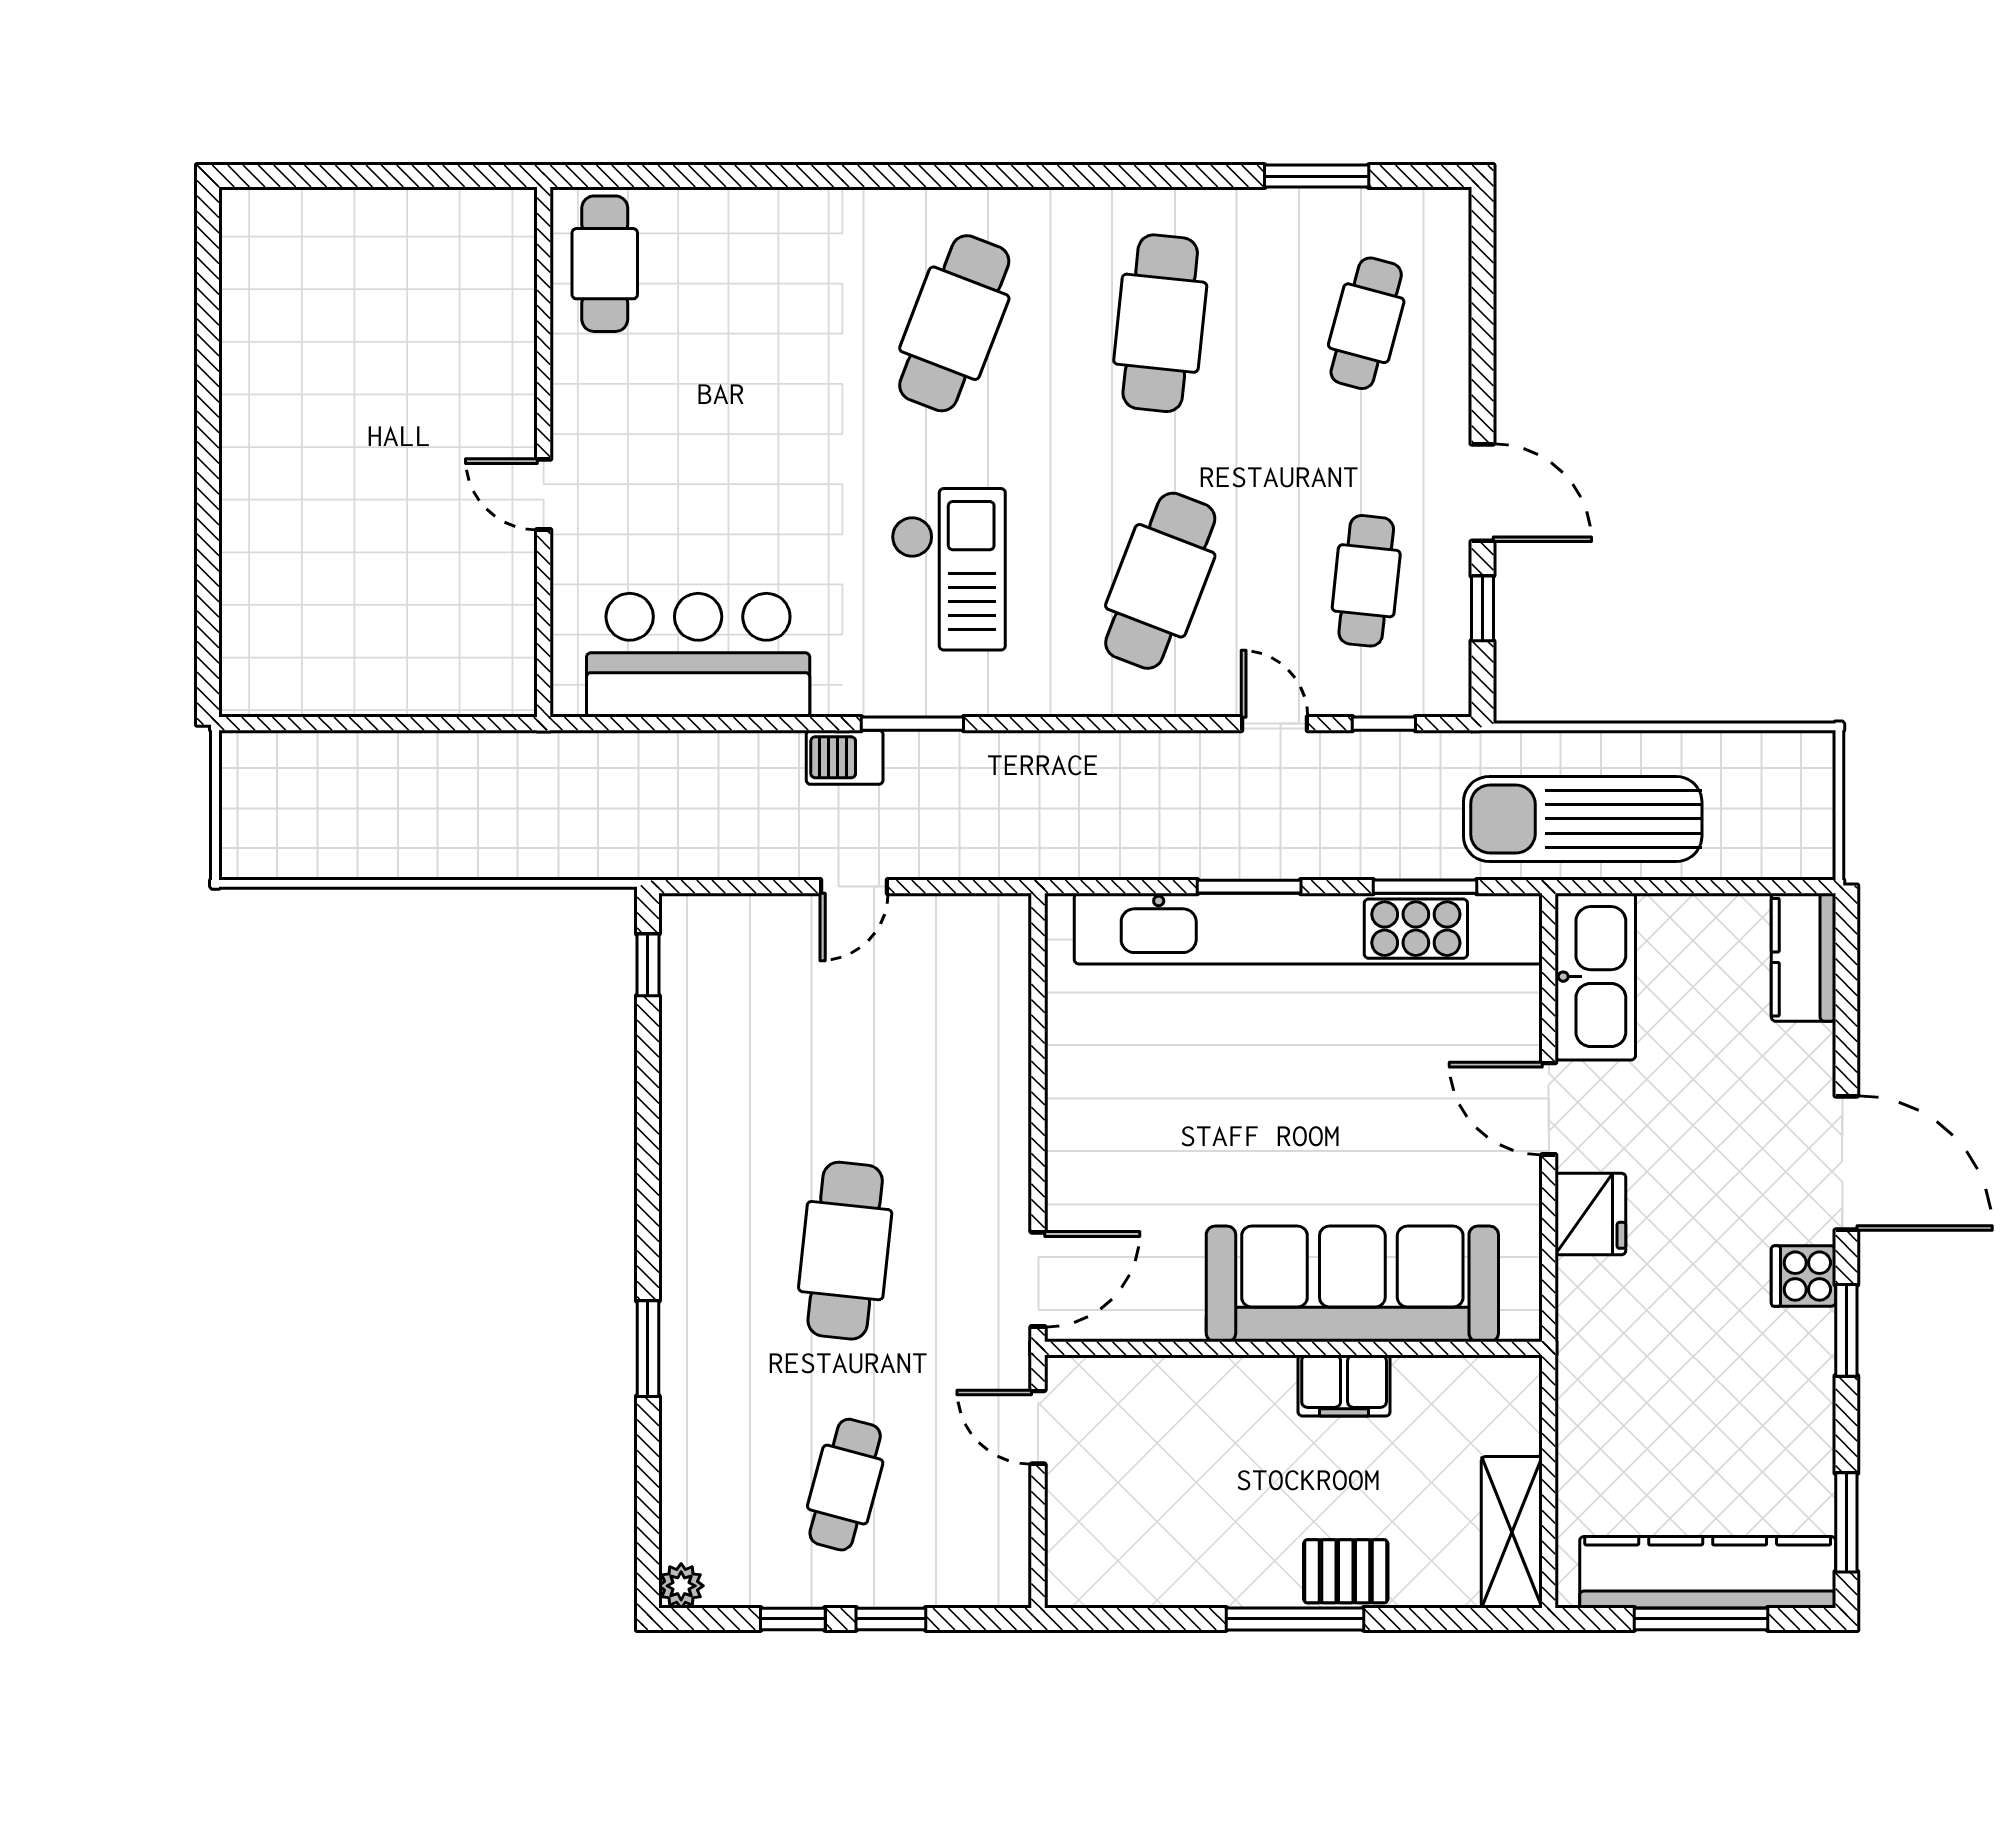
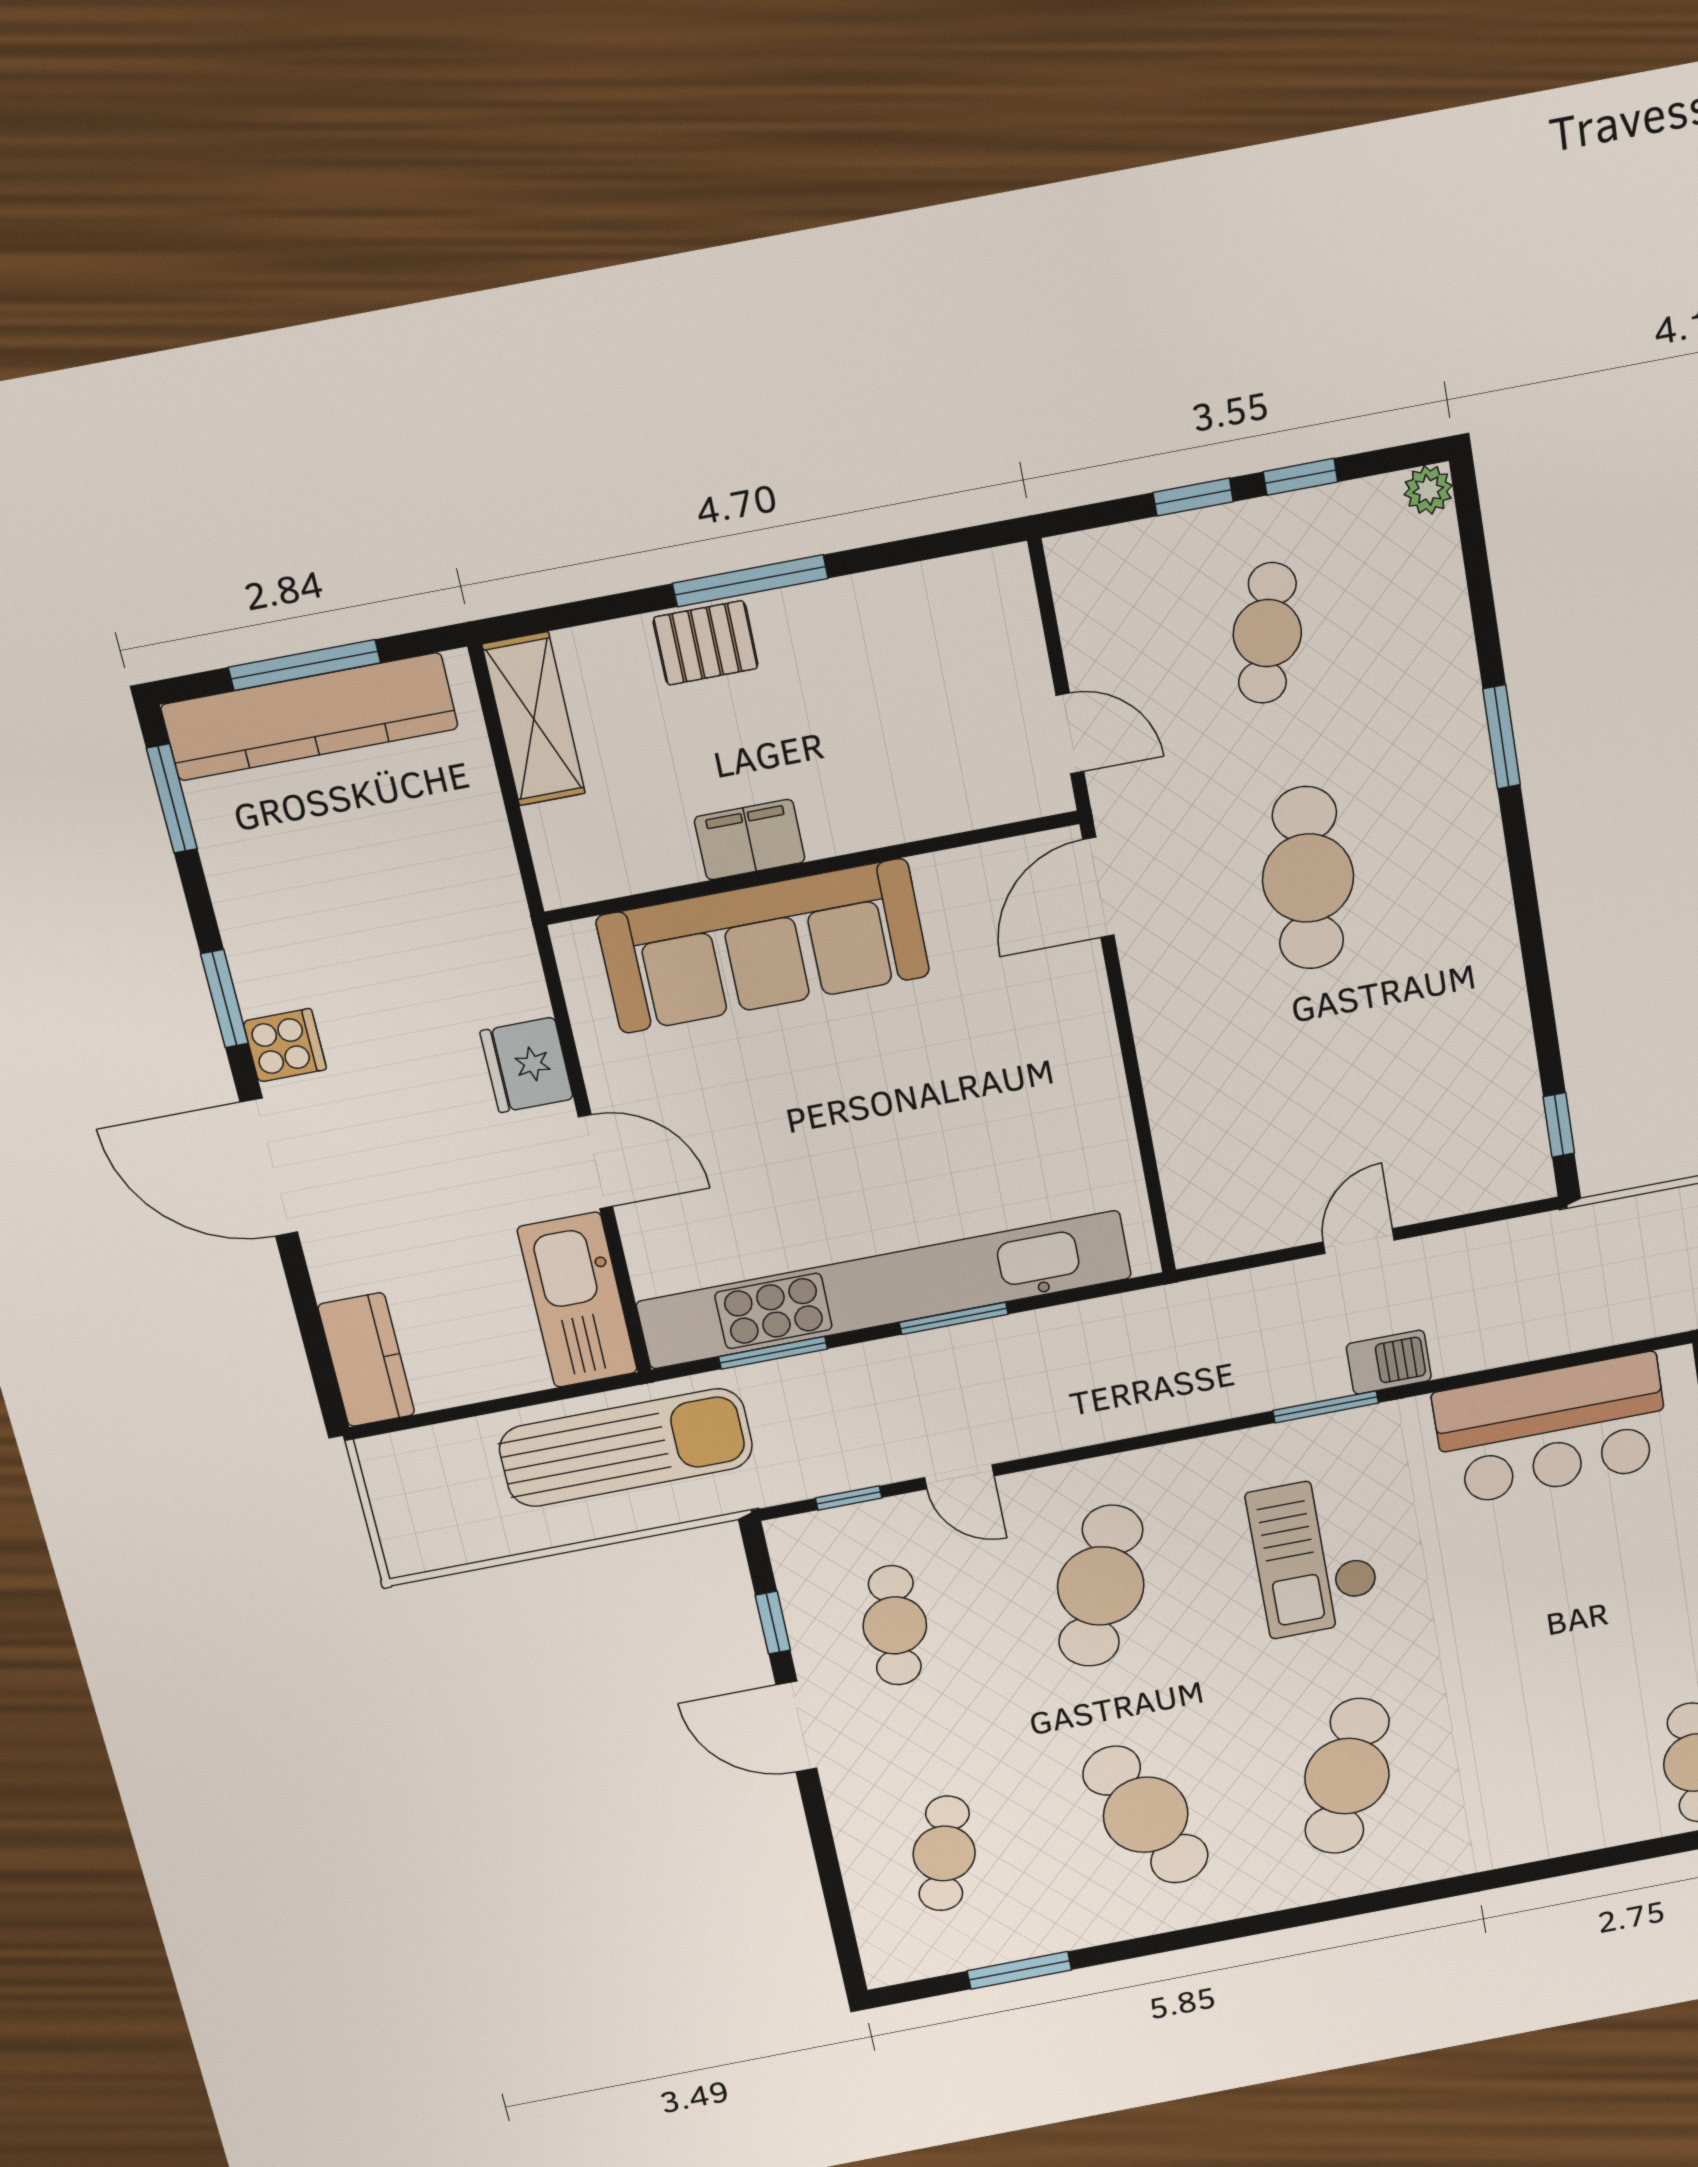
cafe table: (1160, 323) -> (1146, 1815), turned -30

